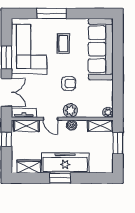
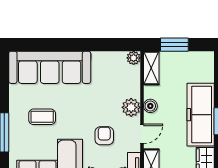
armchair: (69, 84) -> (104, 136), moved

